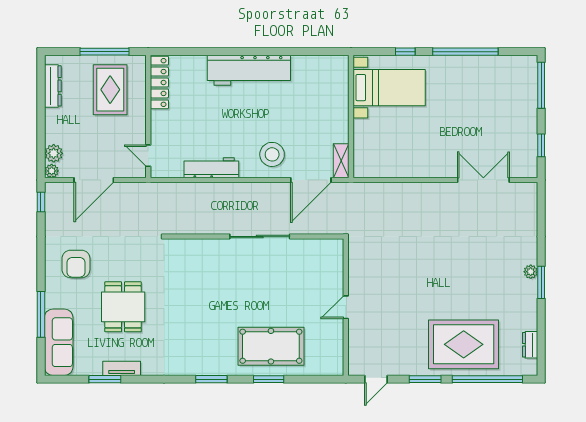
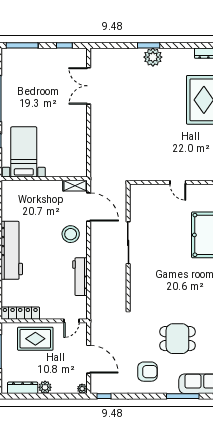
rug: (110, 90) -> (35, 339), moved
plant: (54, 153) -> (45, 387), moved
plant: (531, 272) -> (153, 57), width x1.87, depth x1.87
window: (541, 282) -> (149, 45), moved

